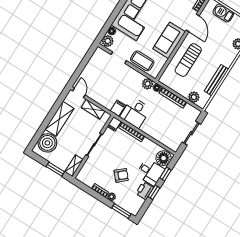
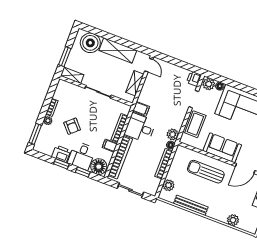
printer: (100, 54) -> (194, 79), added
door: (79, 93) -> (149, 65), hinge flipped
filing cabinet: (114, 124) -> (110, 146), moved
bookcase: (159, 136) -> (120, 157), added

